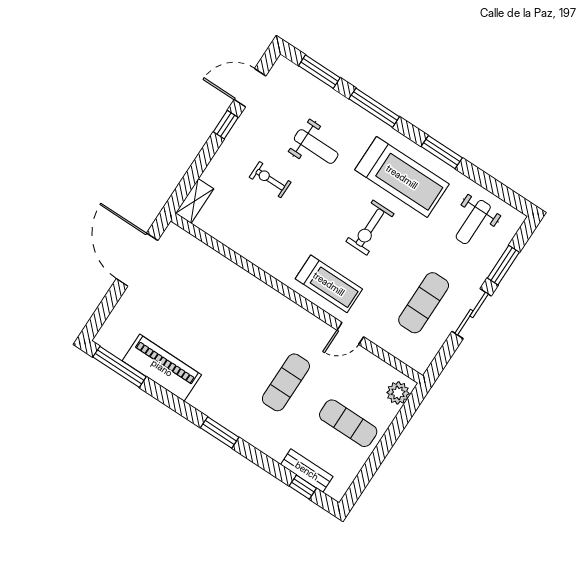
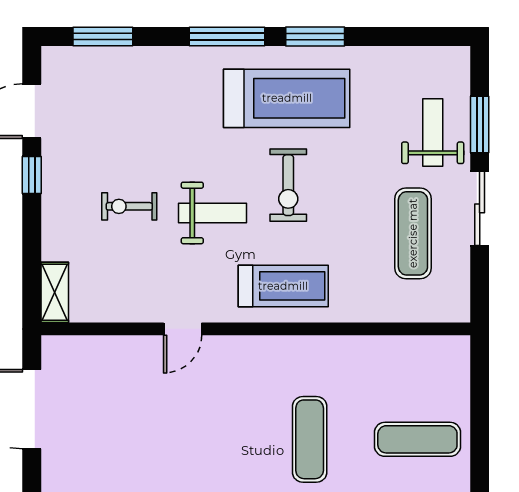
window: (374, 108) -> (227, 36), moved
weight bench: (316, 147) -> (213, 213), moved
weight bench: (473, 222) -> (433, 133), moved, turned 180
door: (350, 333) -> (183, 329), moved
plant: (398, 393) -> (454, 363), removed

